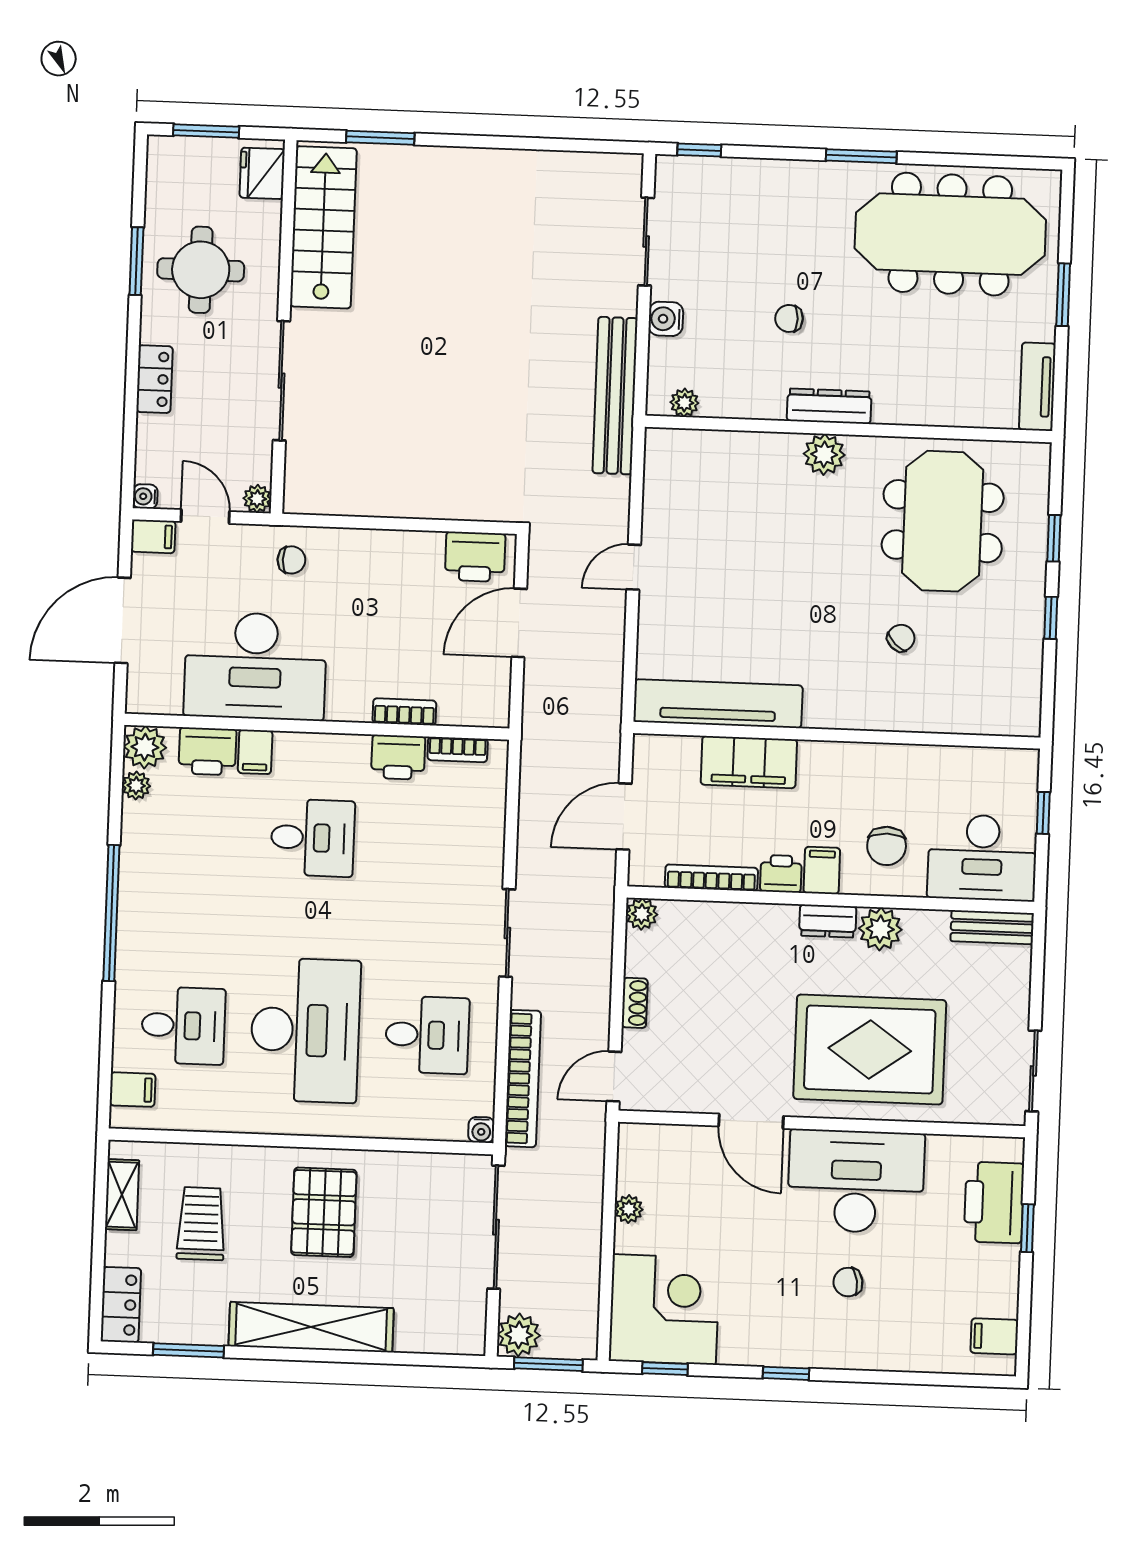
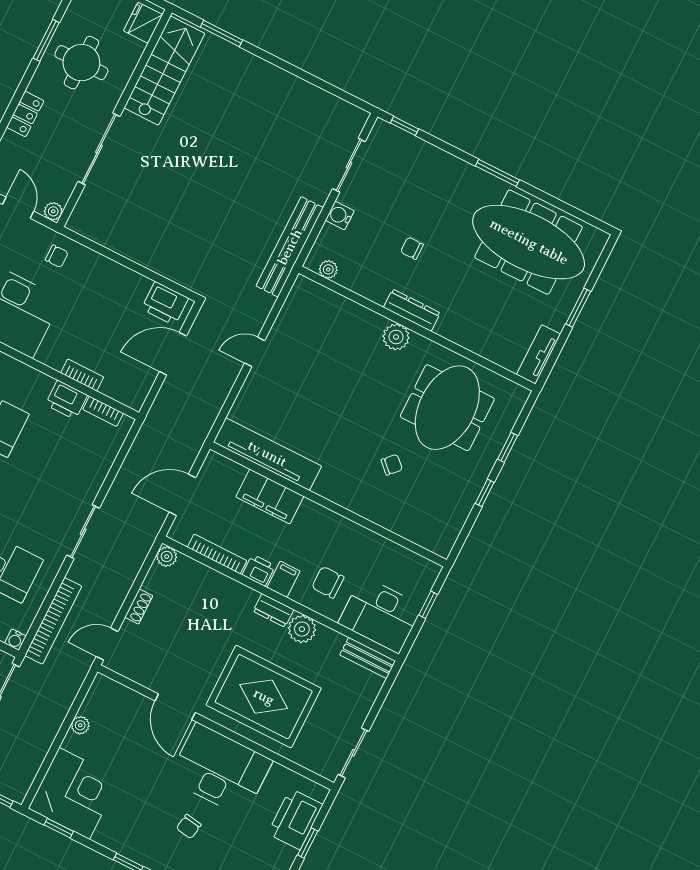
chair: (887, 846) -> (328, 582), turned 90
chair: (848, 1282) -> (189, 827), turned -71

